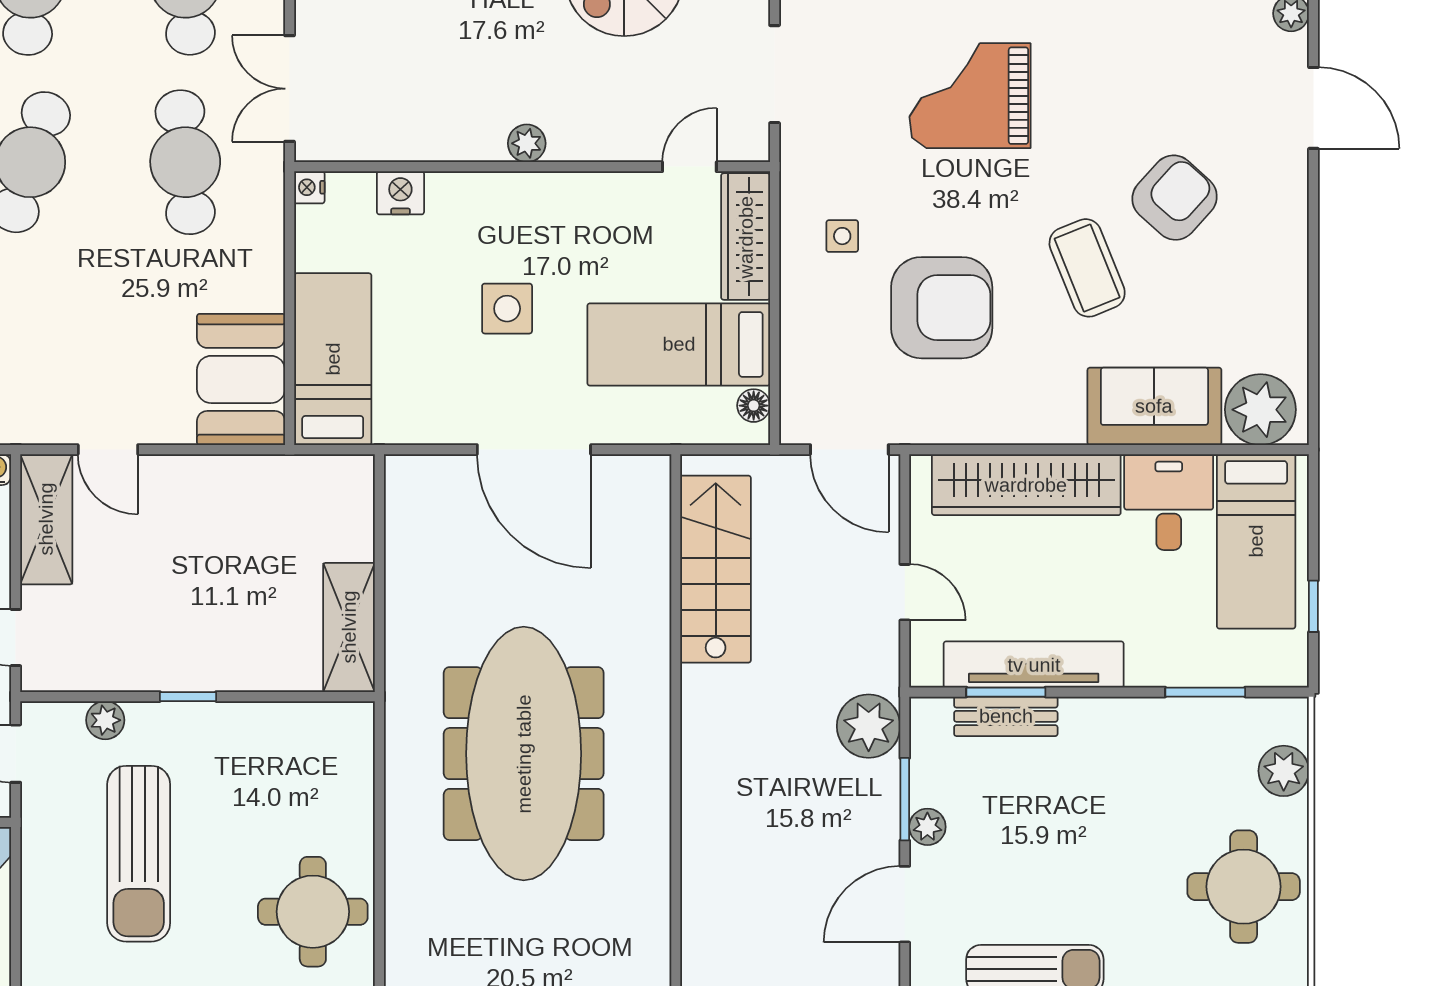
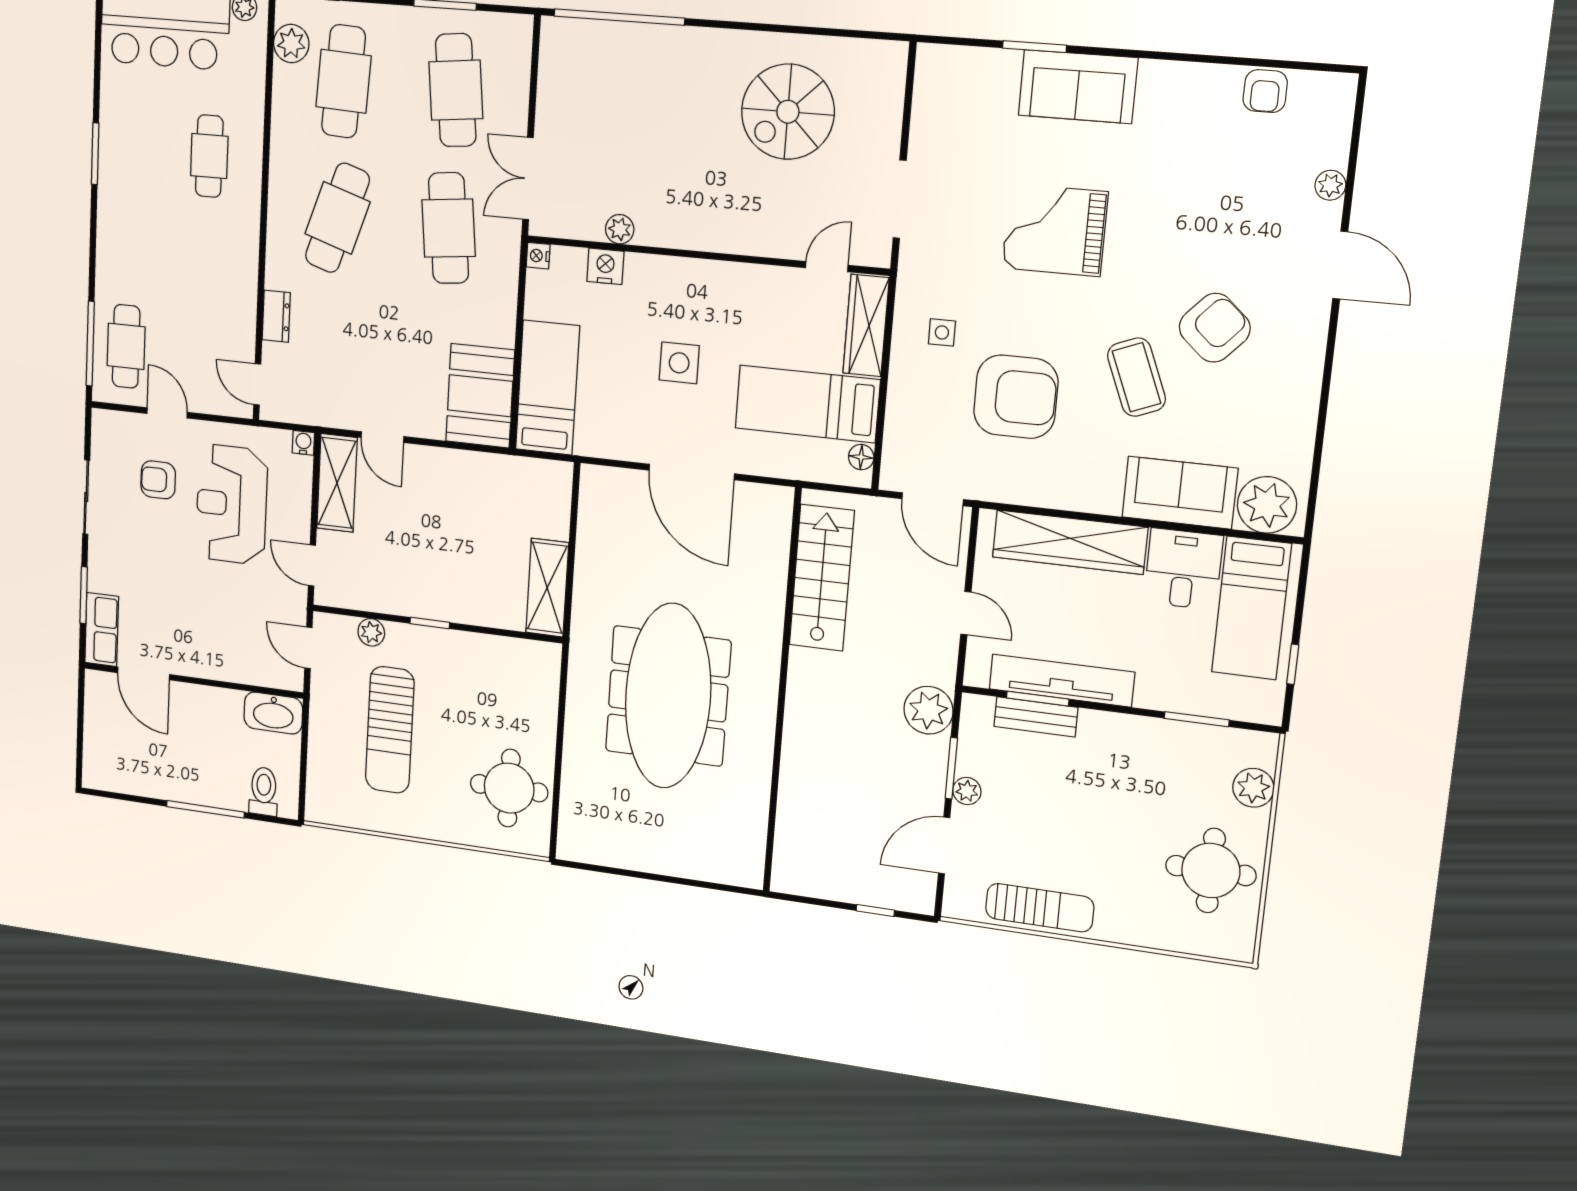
plant: (527, 143) -> (620, 229), moved

